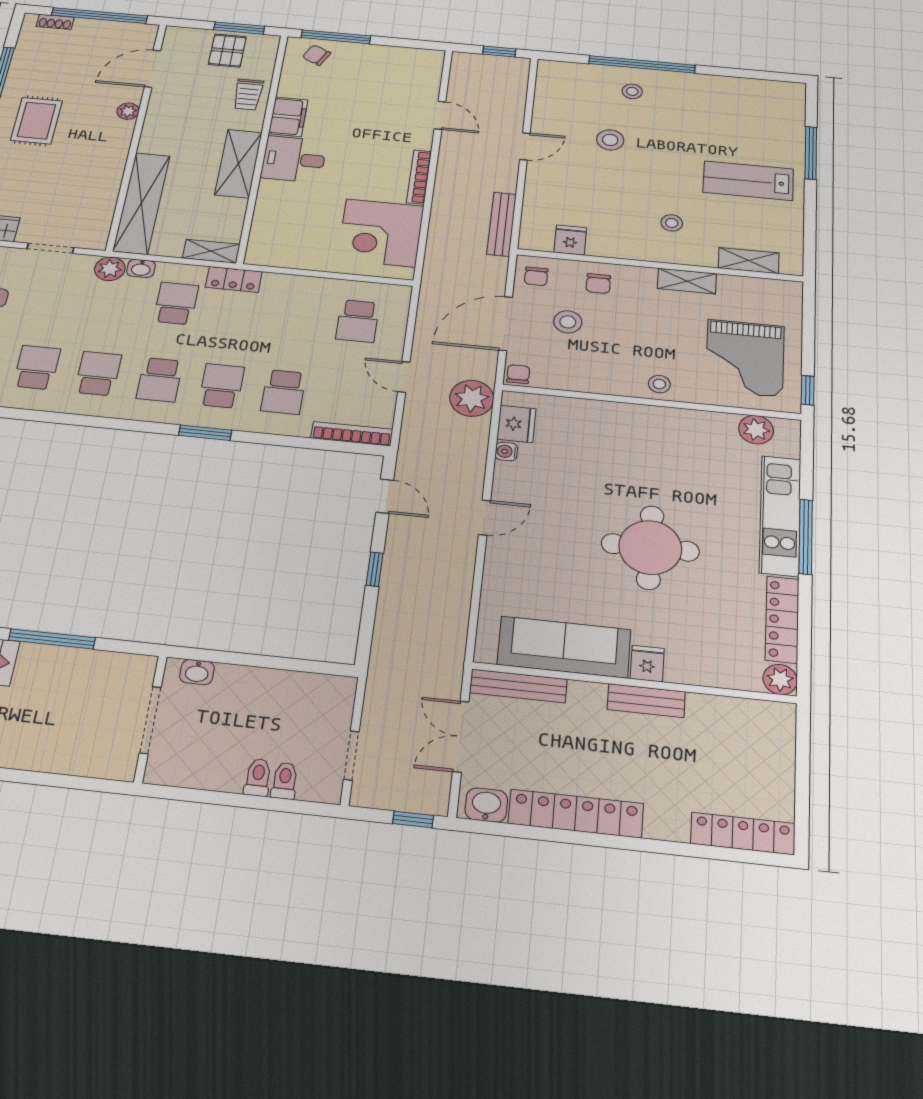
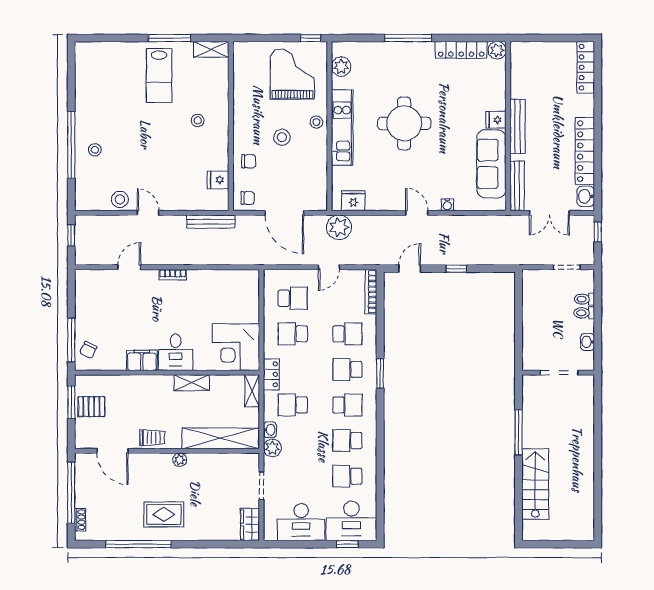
trolley: (248, 95) -> (152, 438), moved
plant: (128, 111) -> (180, 460), moved
stool: (610, 140) -> (120, 199), moved
window: (811, 153) -> (170, 38), moved
shelving: (238, 163) -> (192, 383), width x0.67, depth x0.75
bookcase: (419, 177) -> (173, 275), width x0.64
corner desk: (381, 233) -> (236, 347), moved, turned 90
shelving: (749, 261) -> (211, 49), moved, turned 90
shelving: (687, 281) -> (240, 110), removed
school desk: (297, 315) -> (293, 334), added
stool: (568, 322) -> (282, 137), moved
grand piano: (745, 358) -> (292, 74), turned -90
chair: (518, 374) -> (319, 203), removed
water cooler: (506, 451) -> (447, 205), moved
kitchen unit: (780, 515) -> (342, 128), moved, turned -90
round table: (650, 547) -> (404, 123), moved
washbasin: (197, 672) -> (587, 342), moved, turned 180
bench: (646, 701) -> (518, 126), width x1.36

